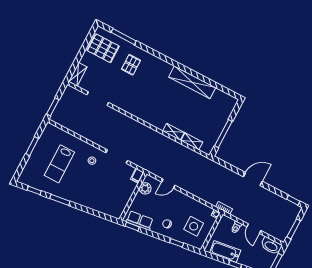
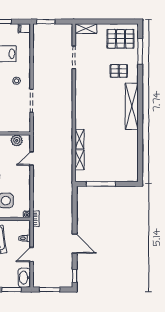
pallet: (103, 48) -> (120, 39), turned 90
shelving: (192, 82) -> (132, 106), moved
filing cabinet: (137, 176) -> (24, 28), moved
door: (253, 179) -> (75, 244), moved
door: (168, 184) -> (32, 158), hinge flipped

